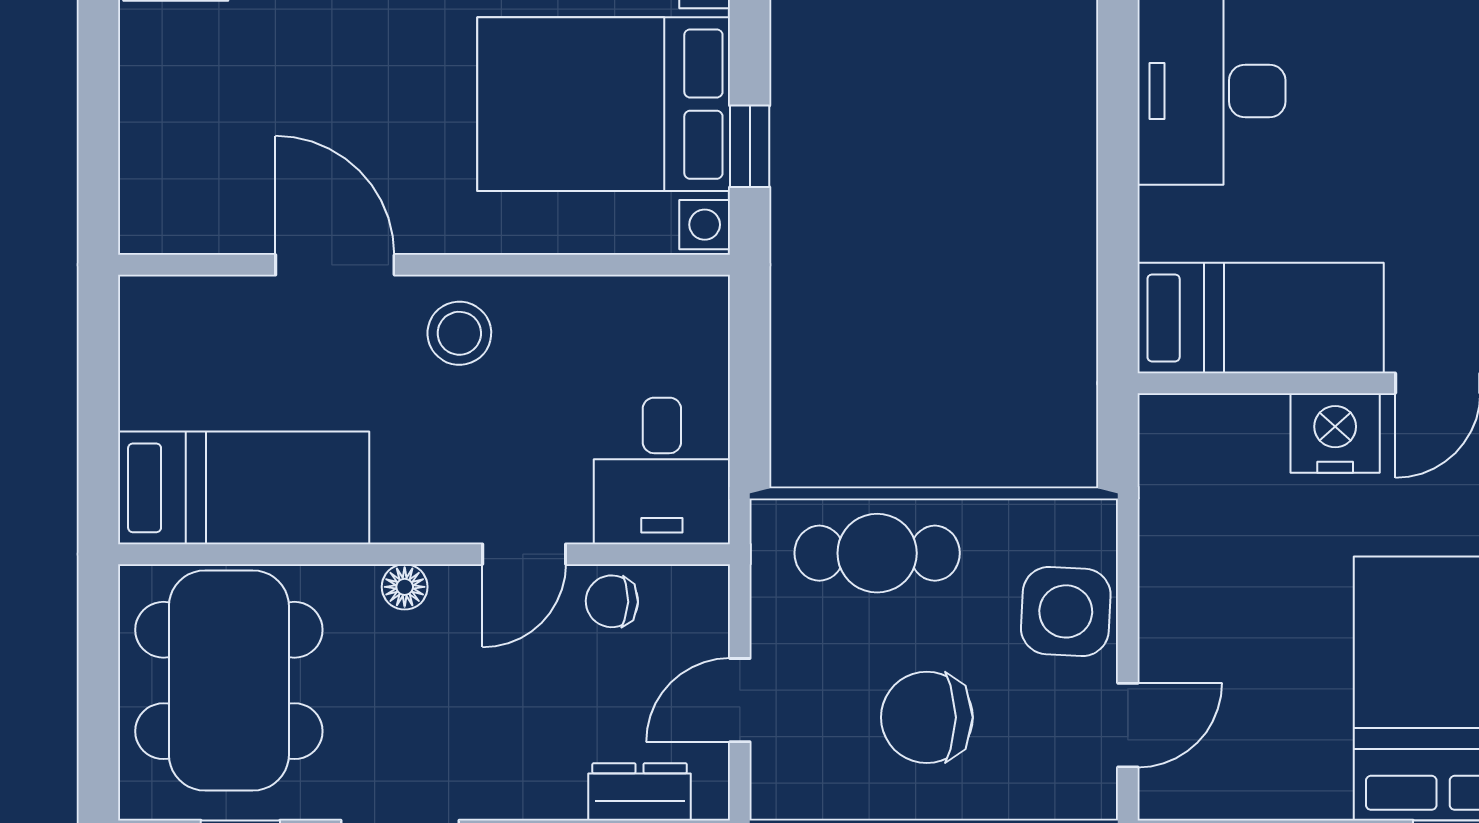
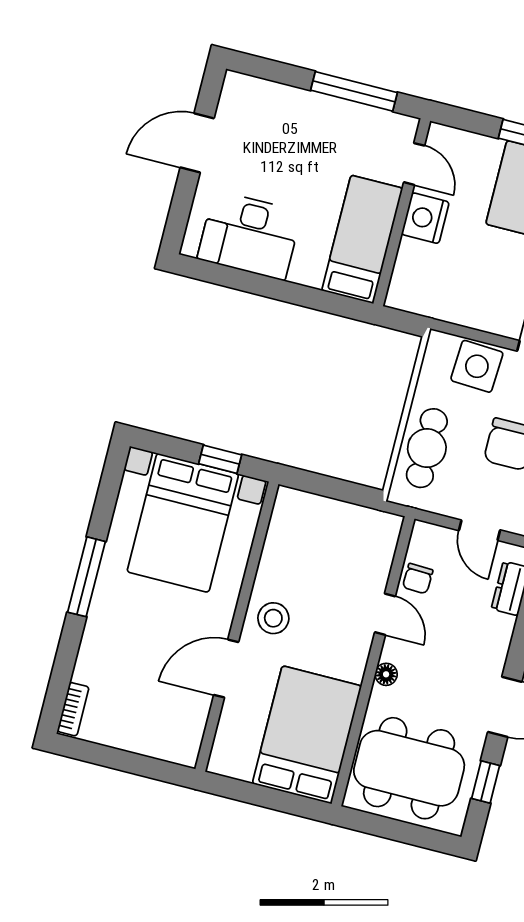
desk: (662, 471) -> (362, 539), removed
bed: (244, 488) -> (307, 735), width x1.50

